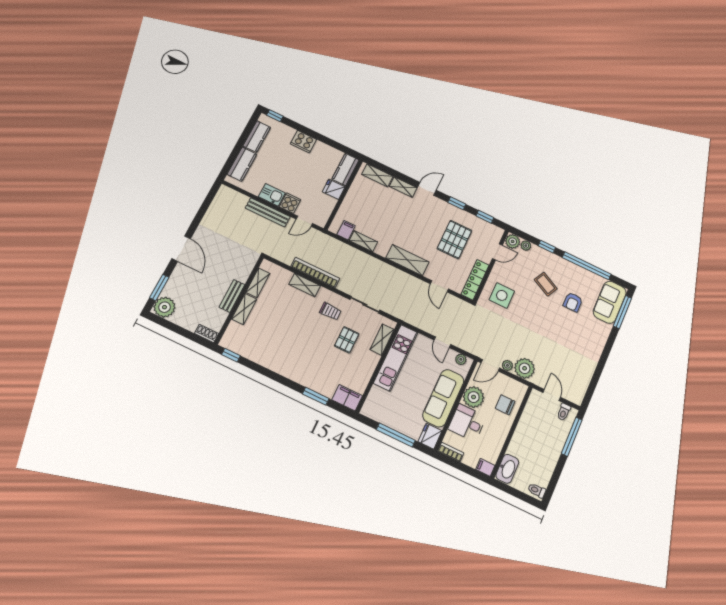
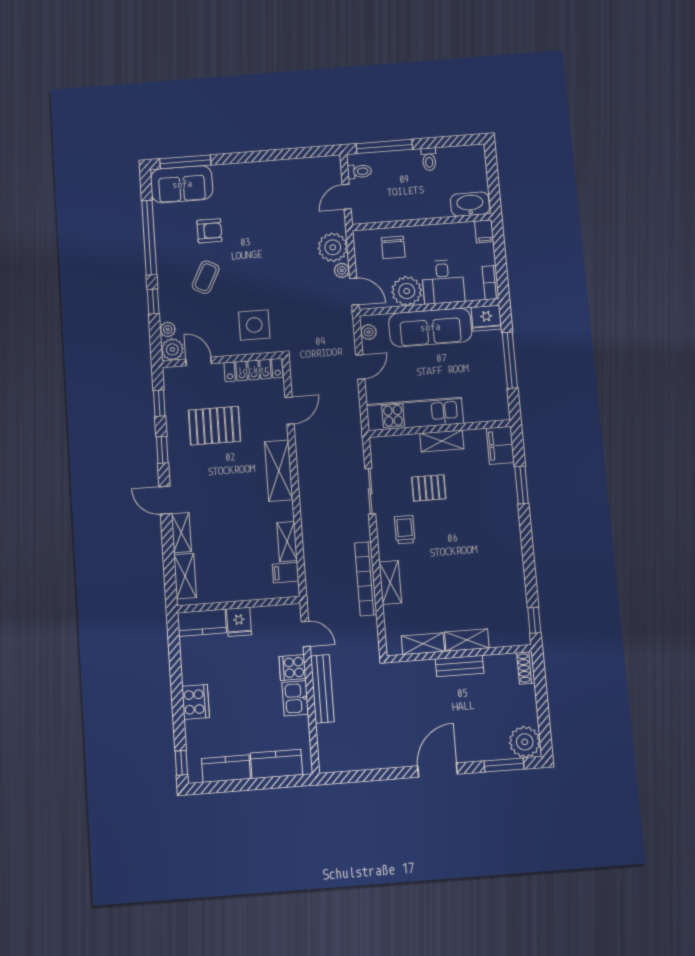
shelving: (382, 340) -> (442, 441), moved
toilet: (537, 490) -> (429, 159), moved

